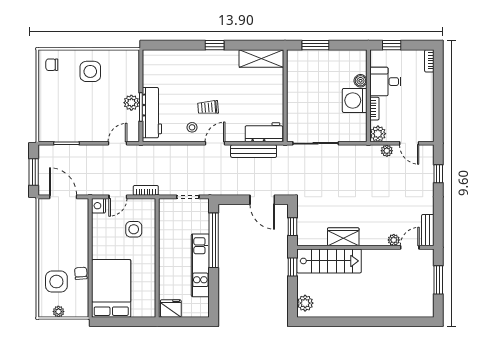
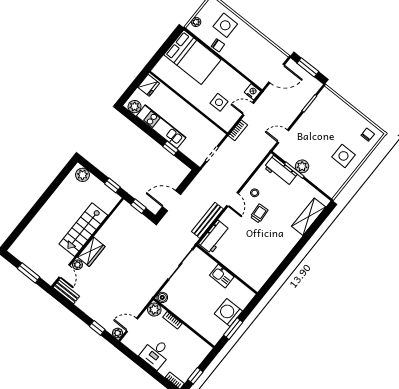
window: (215, 45) -> (296, 250), removed
window: (315, 45) -> (233, 329), moved
window: (392, 45) -> (195, 376), moved
shelving: (261, 58) -> (309, 217), moved
boiler: (361, 81) -> (162, 297), moved
desk: (385, 82) -> (156, 353), moved, turned 180
kitchen sink: (295, 95) -> (222, 276), added
washing machine: (355, 100) -> (228, 312), moved, turned -90
workbench: (152, 113) -> (281, 171), width x0.73
door: (117, 143) -> (283, 136), swing flipped
plant: (387, 151) -> (118, 333), moved
door: (118, 197) -> (248, 109), hinge flipped
wardrobe: (343, 237) -> (91, 252), moved
window: (214, 240) -> (171, 148), width x0.32
stairs: (329, 261) -> (83, 230), moved
plant: (202, 306) -> (135, 107), added
plant: (58, 312) -> (196, 22), moved

